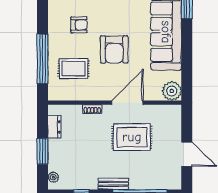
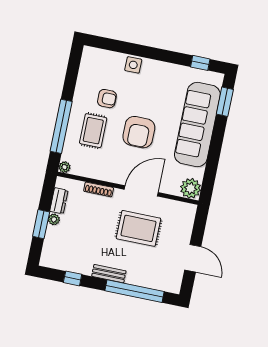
rug: (74, 69) -> (93, 131), moved, turned 90
plant: (53, 95) -> (65, 167), added
shoe rack: (92, 109) -> (99, 189), width x1.43
plant: (53, 177) -> (54, 219), moved

